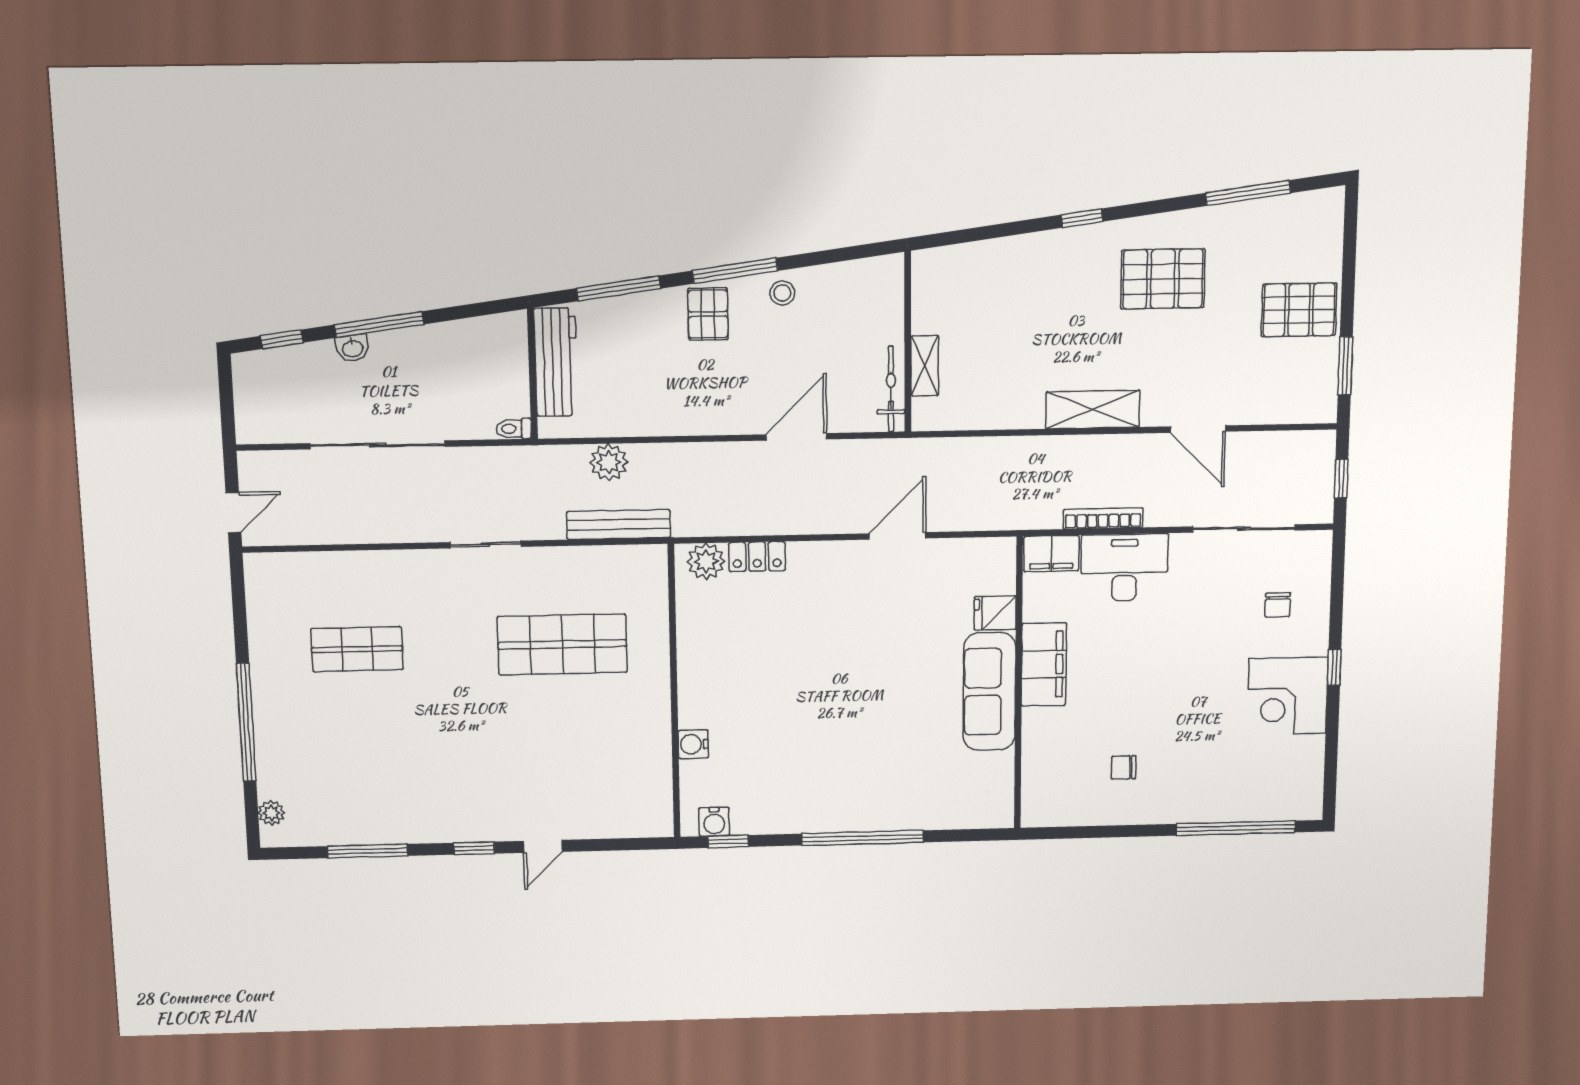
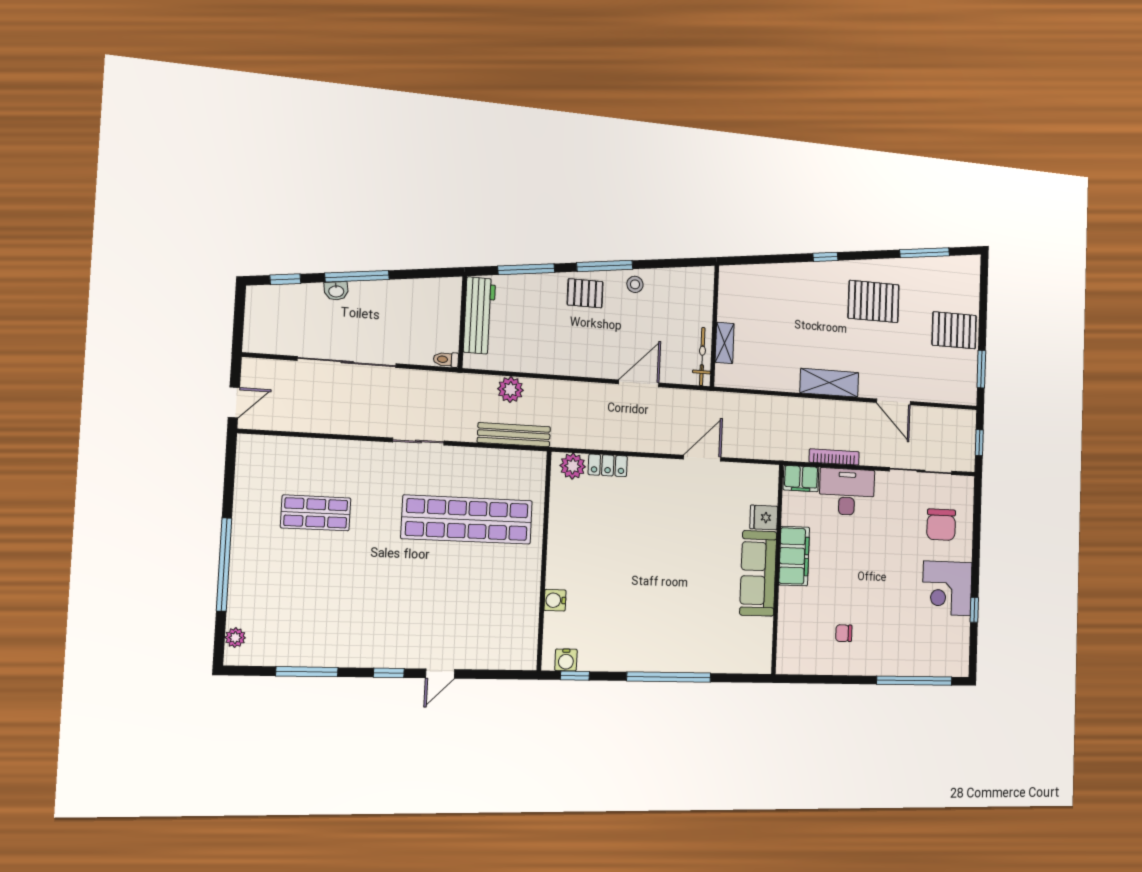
pallet: (708, 314) -> (585, 293), turned 90
chair: (1278, 605) -> (941, 525), width x1.87, depth x1.87
shop shelf: (562, 644) -> (467, 520), width x1.40
window: (1334, 667) -> (974, 610), moved

